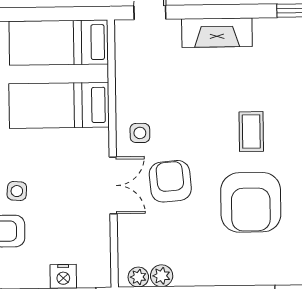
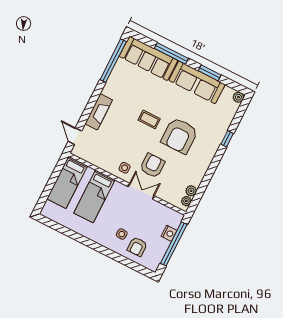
armchair: (170, 181) -> (152, 166), turned 95
armchair: (251, 202) -> (180, 136), turned 90

